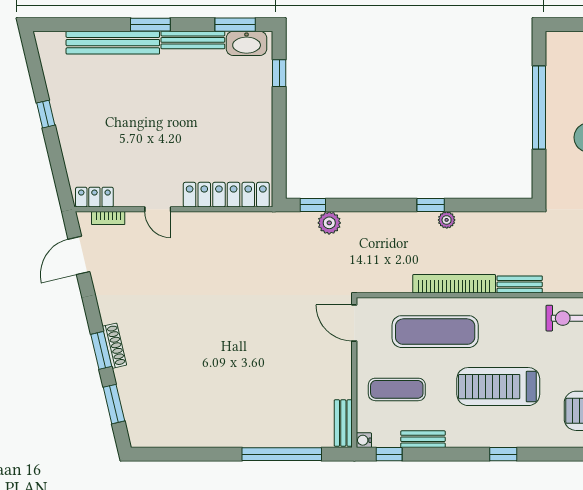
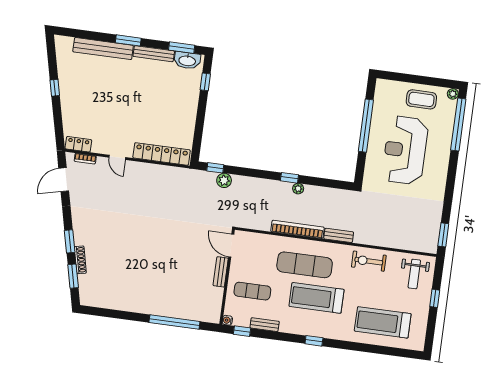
exercise mat: (435, 332) -> (305, 265), moved
shoe rack: (114, 346) -> (80, 260), moved
bench: (343, 423) -> (221, 272), moved

